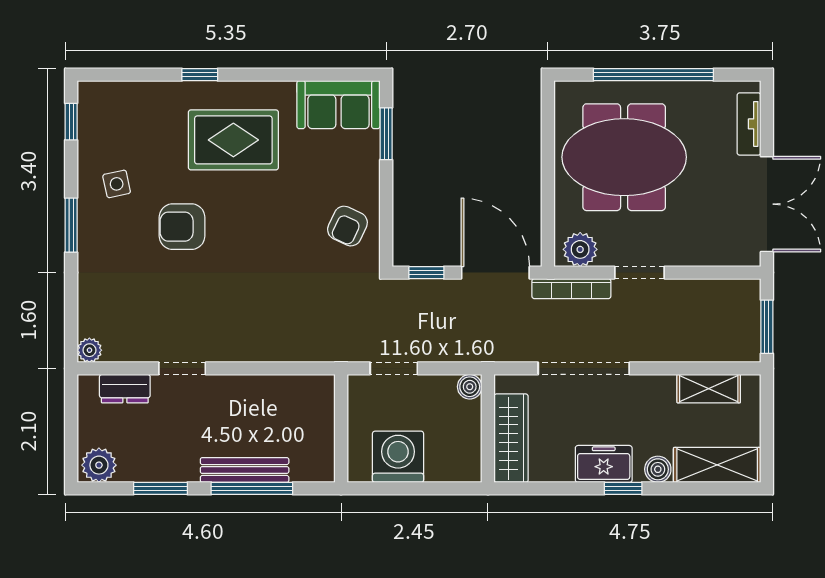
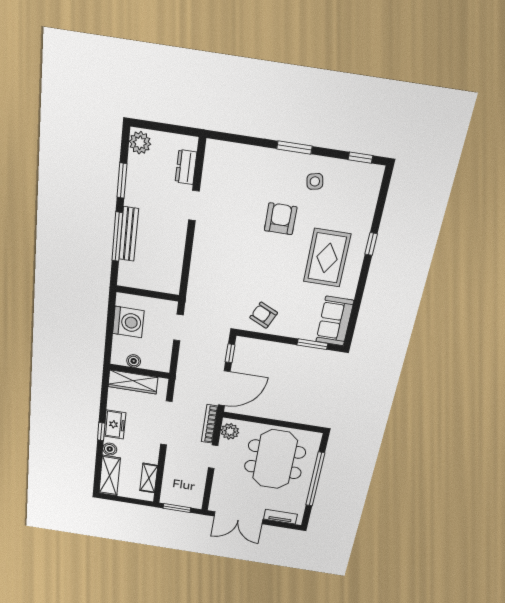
plant: (89, 350) -> (213, 148), removed
boiler: (470, 387) -> (134, 361), moved

